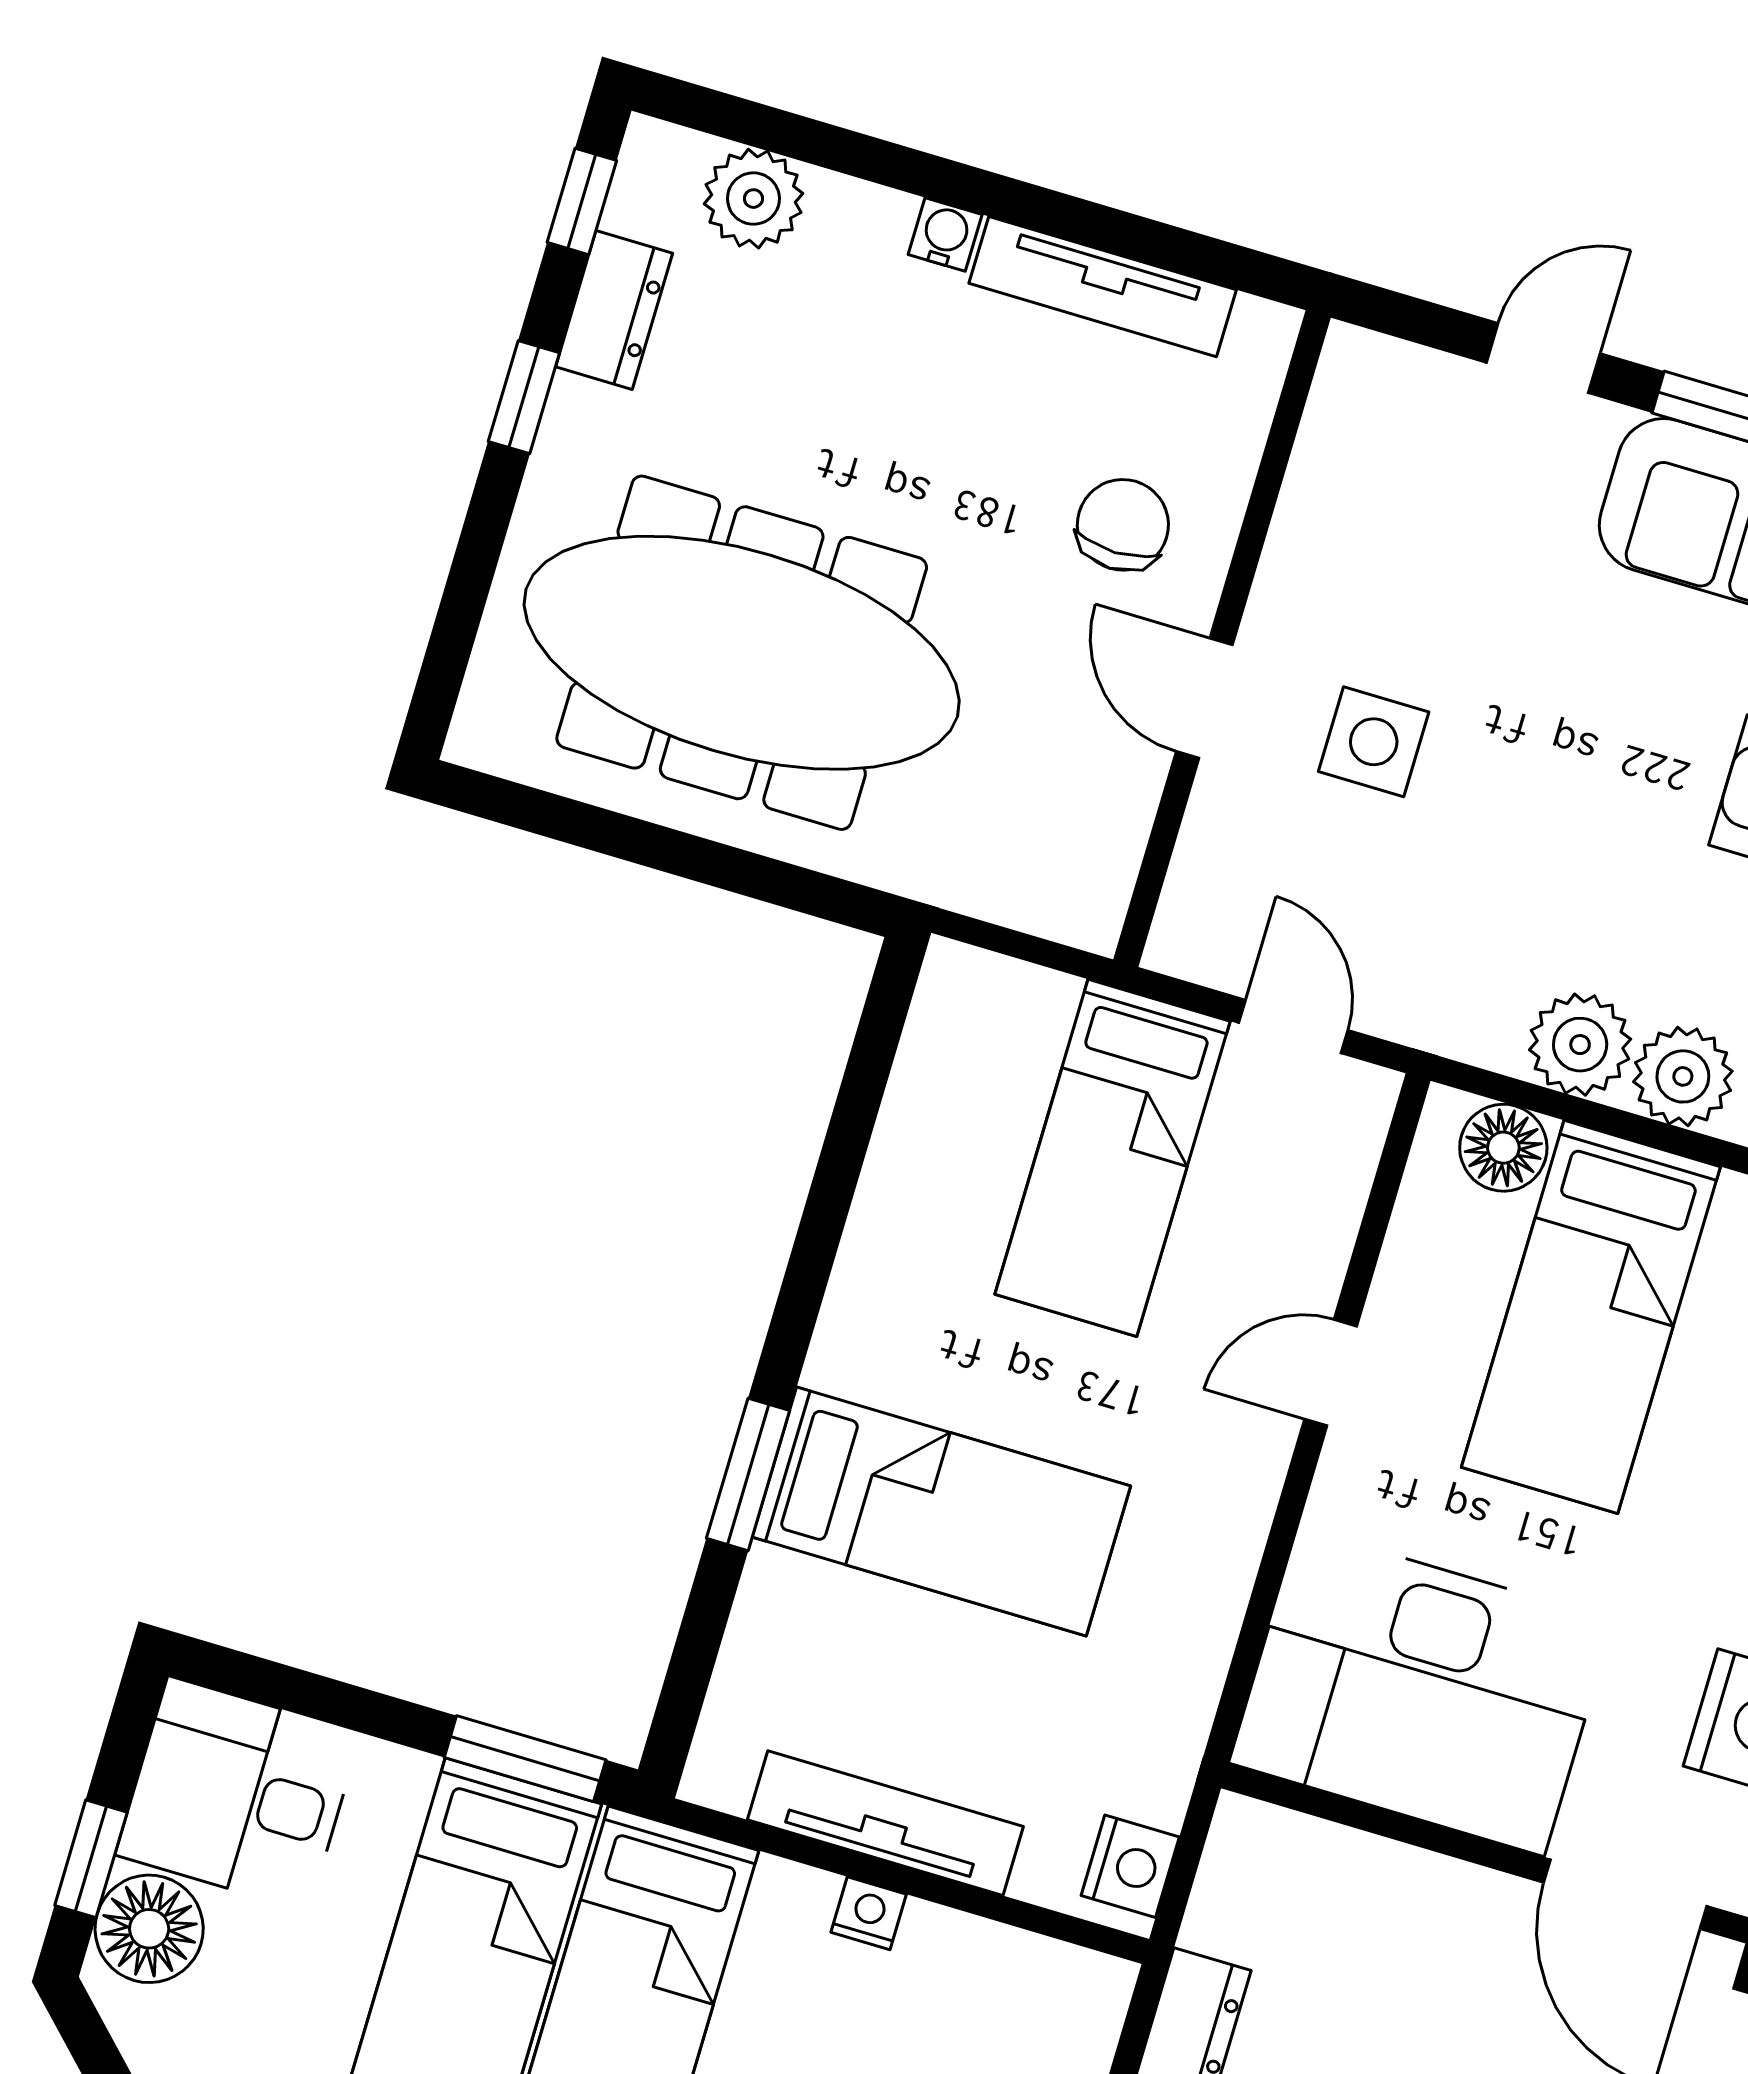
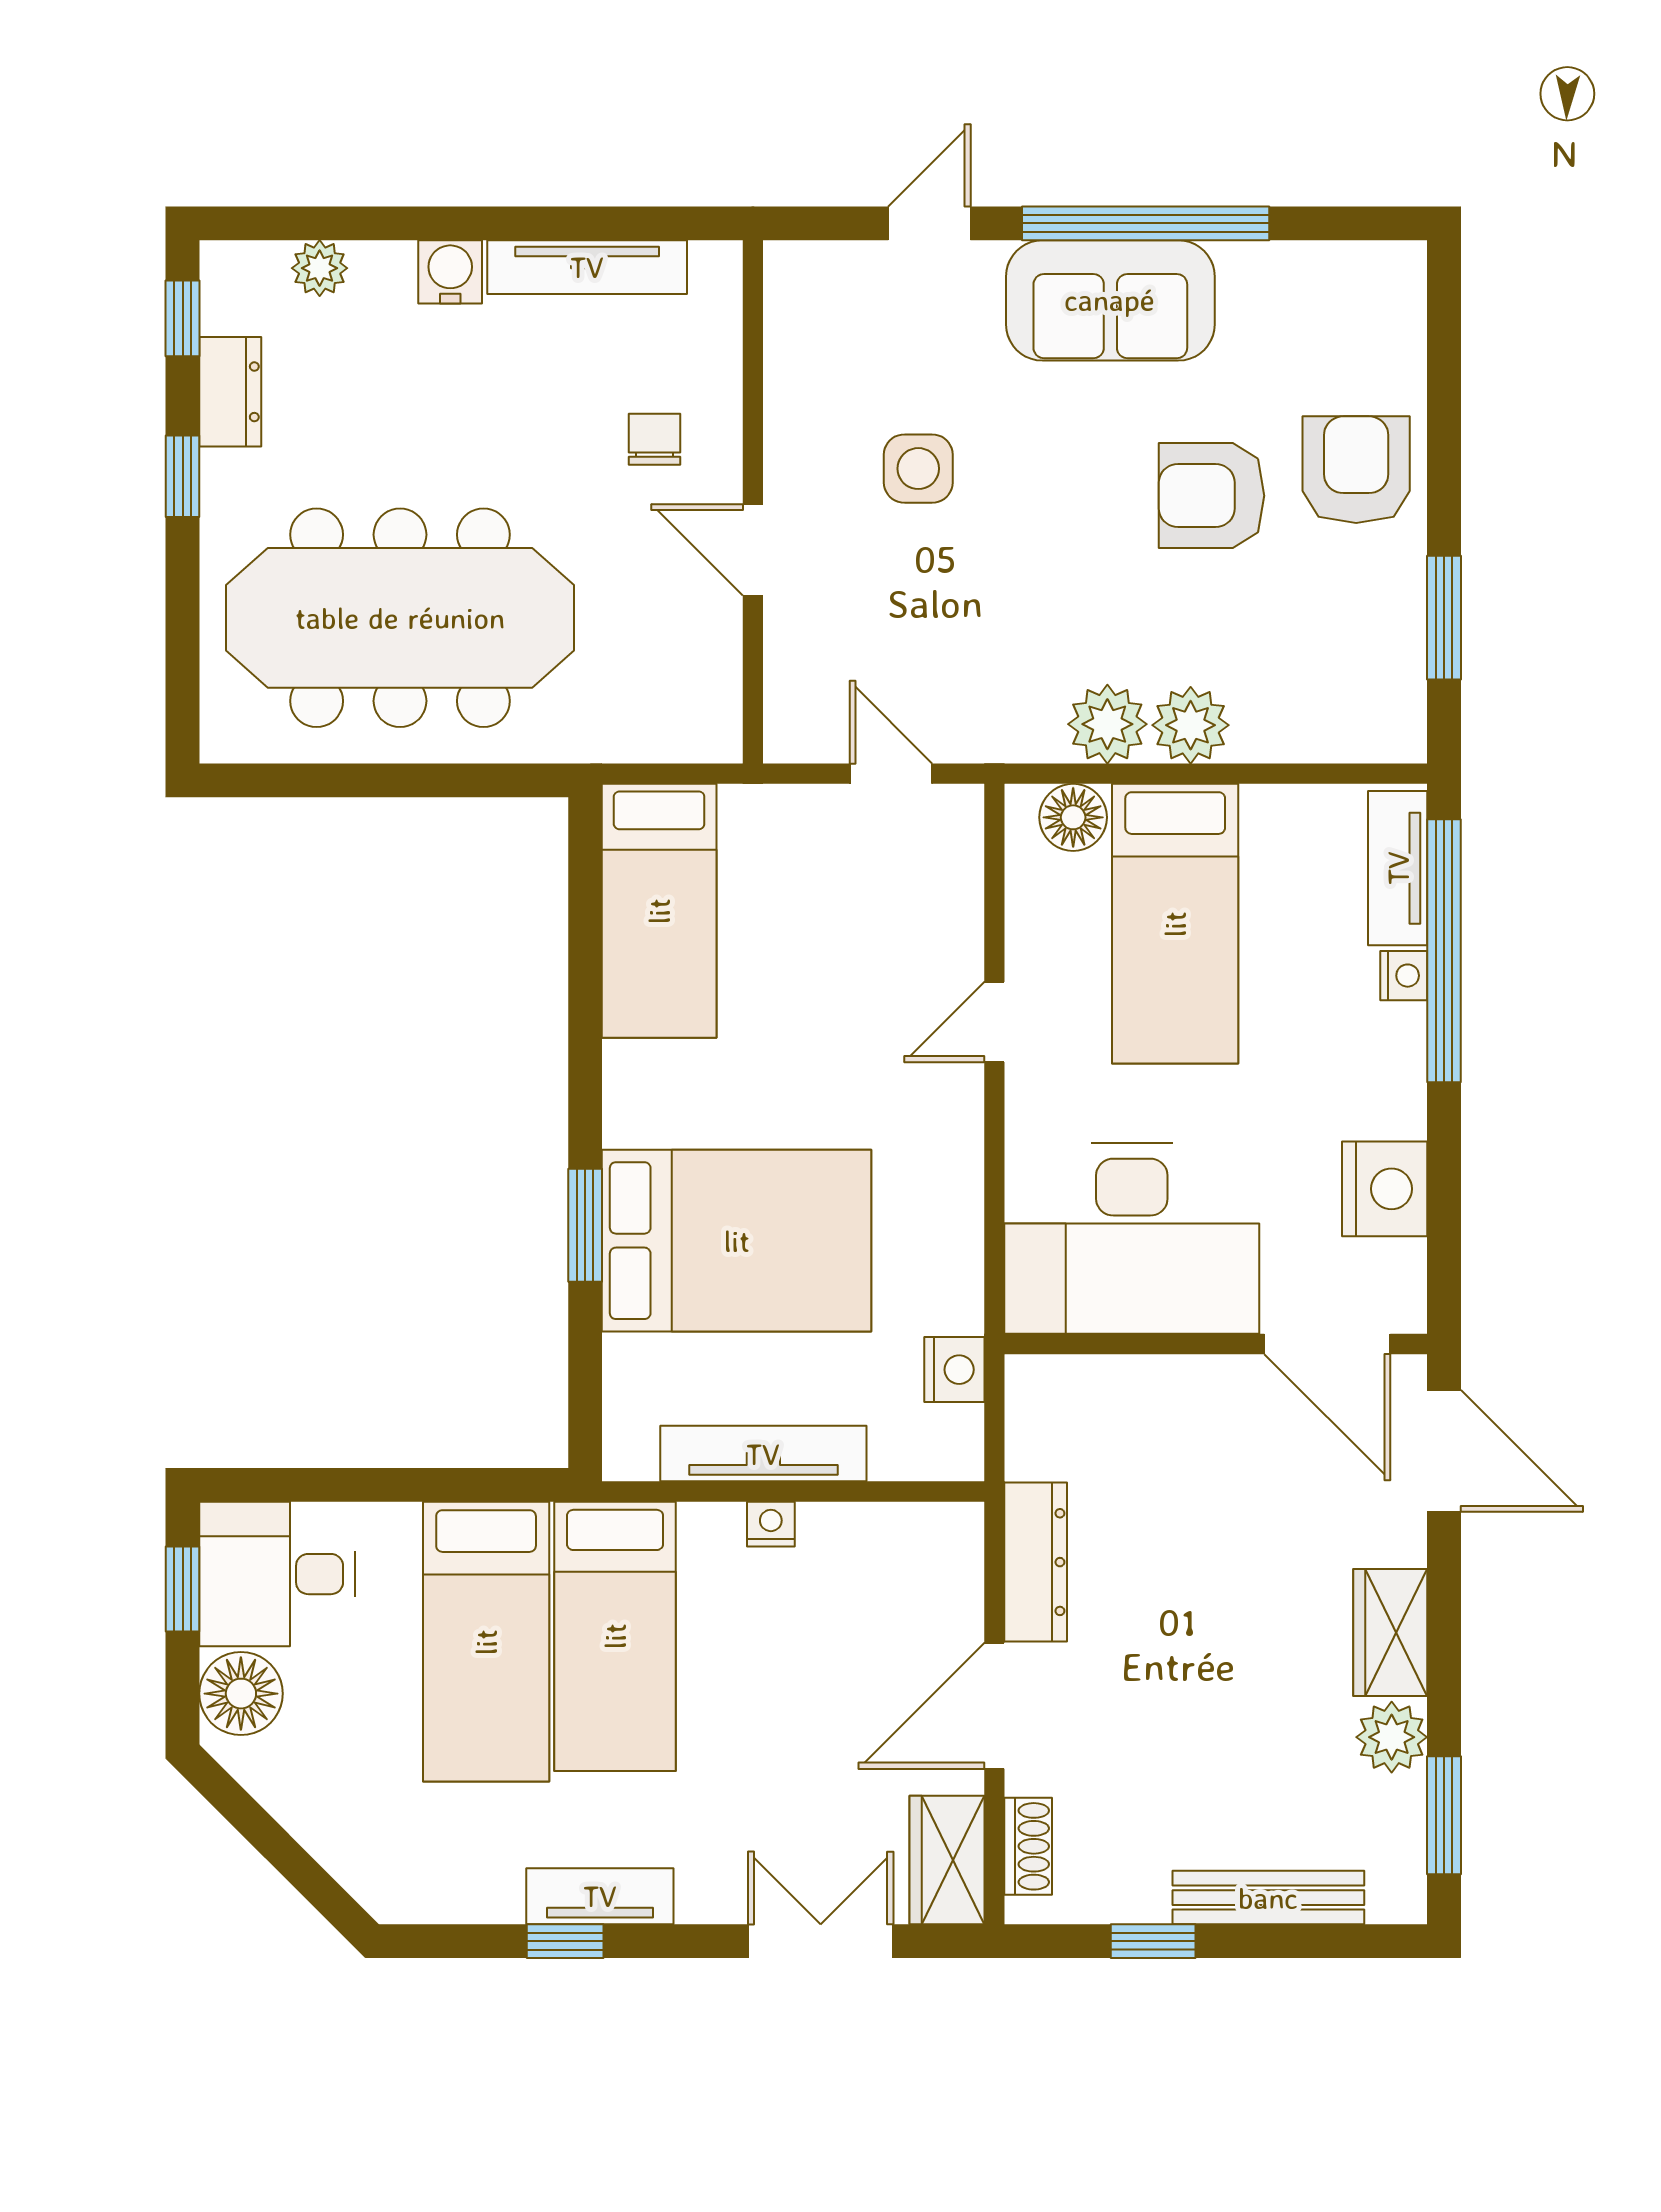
plant: (753, 199) -> (320, 268), width x0.73, depth x0.73
water cooler: (945, 234) -> (450, 272), width x1.38, depth x1.38
chair: (1123, 525) -> (654, 439), width x0.73, depth x0.73
side table: (1374, 742) -> (918, 469), moved
bed: (1112, 1158) -> (659, 911), moved
bed: (941, 1511) -> (737, 1241), width x1.50
window: (525, 1759) -> (482, 1485), removed
window: (91, 1859) -> (183, 1589), moved
nightstand: (1130, 1866) -> (954, 1370), moved

